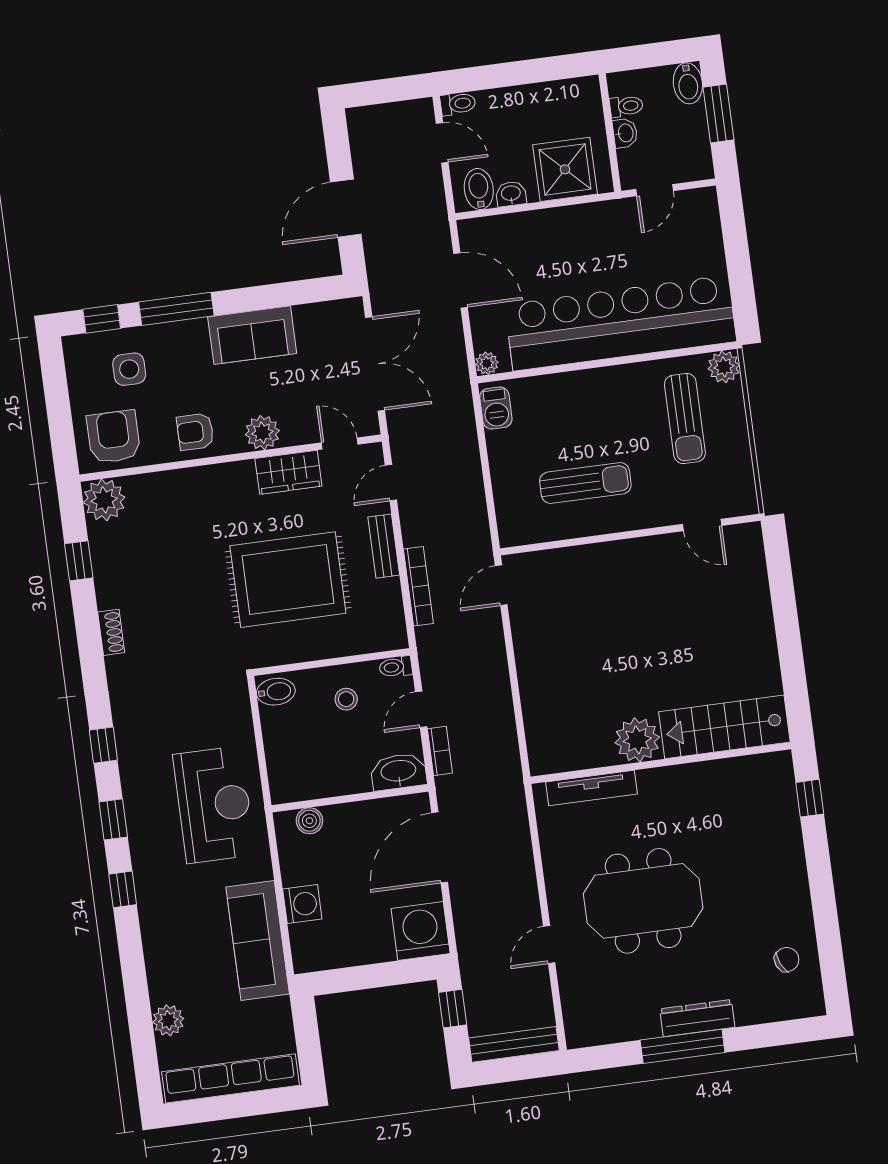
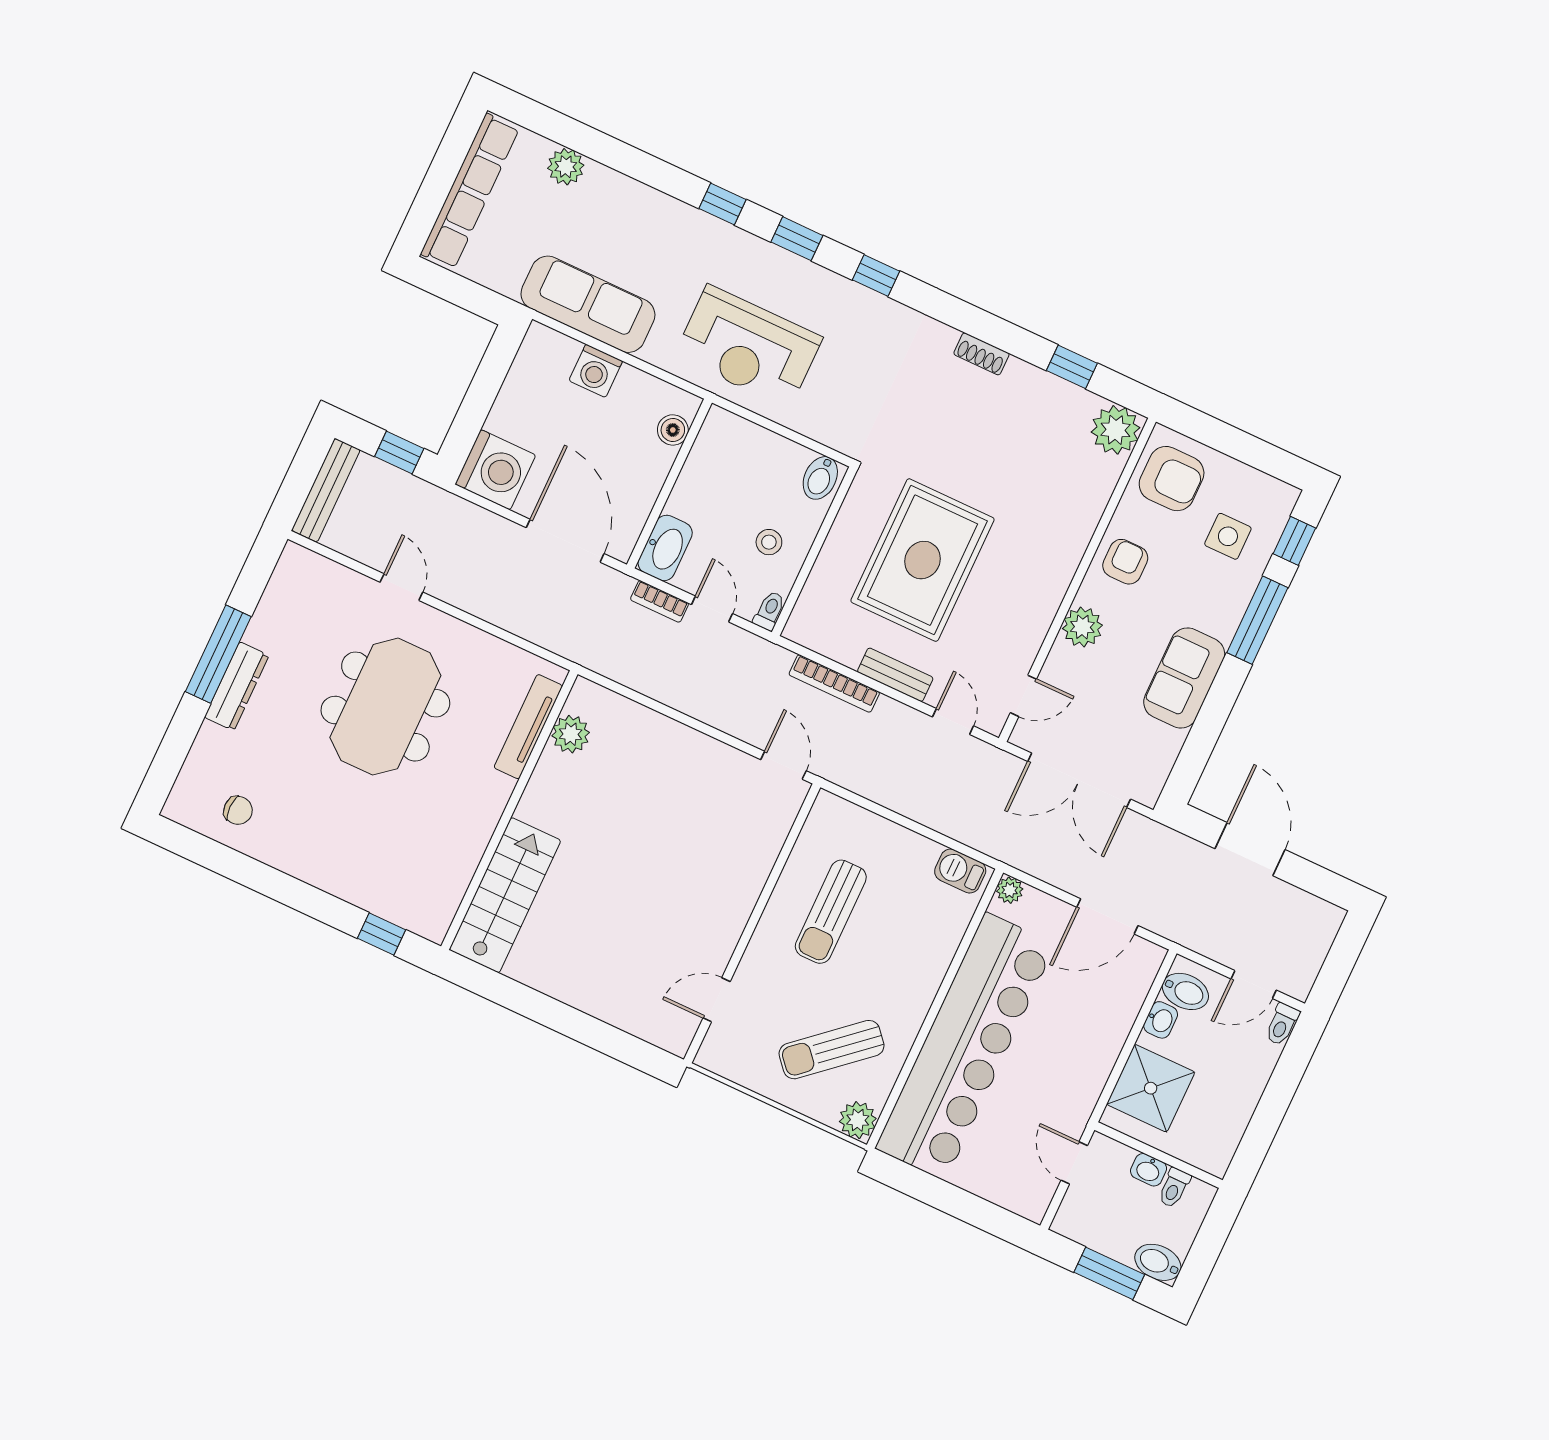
sun lounger: (685, 419) -> (832, 1050), turned -41
wardrobe: (288, 472) -> (1027, 628), removed
plant: (637, 740) -> (571, 734), moved, width x0.73, depth x0.73
chair: (787, 960) -> (238, 810), turned -66

